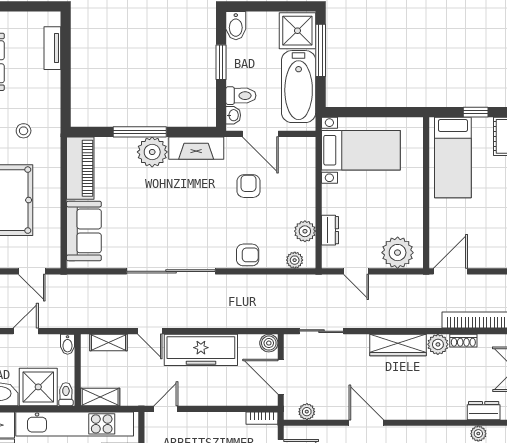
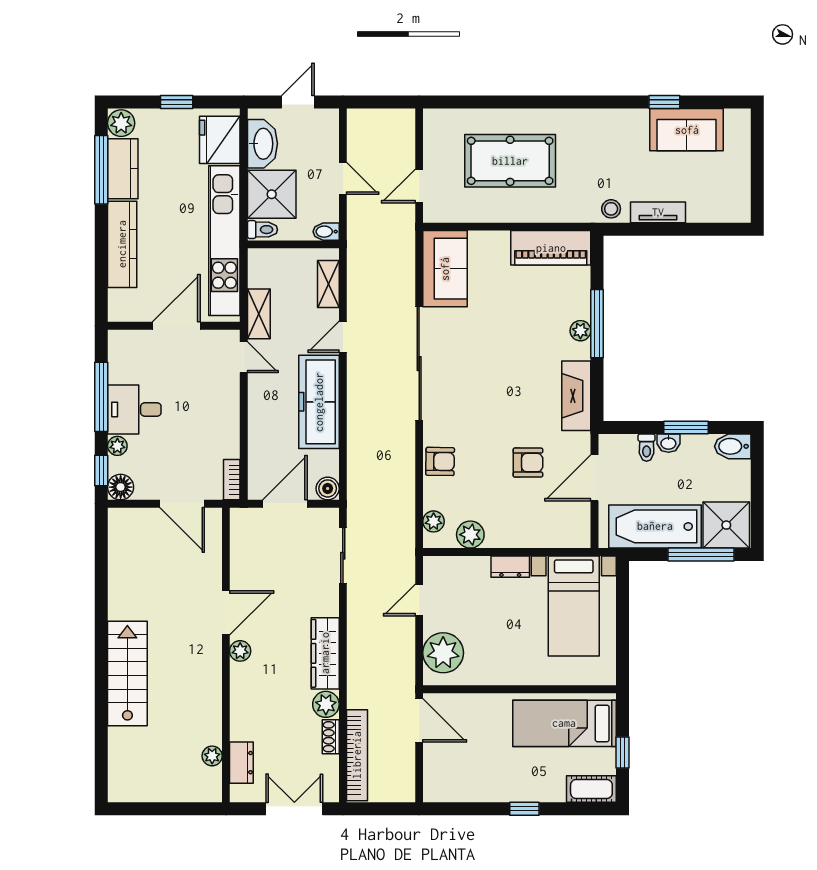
tv unit: (52, 48) -> (658, 212), moved
toilet: (241, 96) -> (647, 448), width x0.73, depth x0.72
washbasin: (233, 115) -> (668, 443), moved
stool: (24, 131) -> (611, 209), moved
plant: (152, 152) -> (580, 331), width x0.53, depth x0.53
dresser: (330, 230) -> (510, 567), moved
sofa: (84, 231) -> (445, 269), moved, turned -90
armchair: (248, 255) -> (440, 461), turned -89
shelving: (100, 397) -> (259, 314), moved
plant: (307, 412) -> (240, 651), moved

